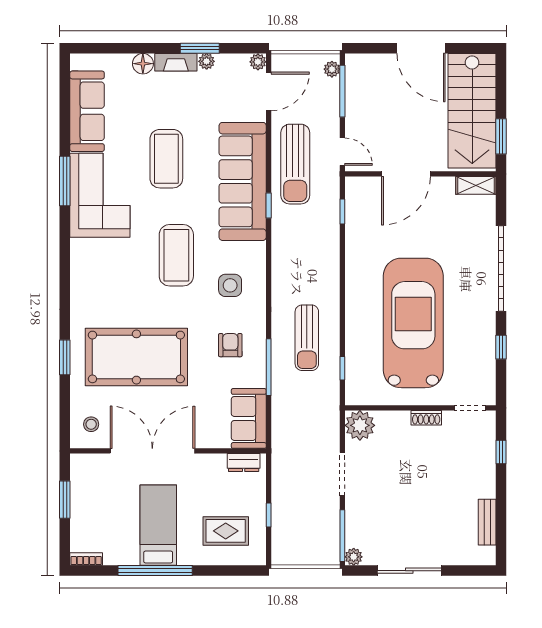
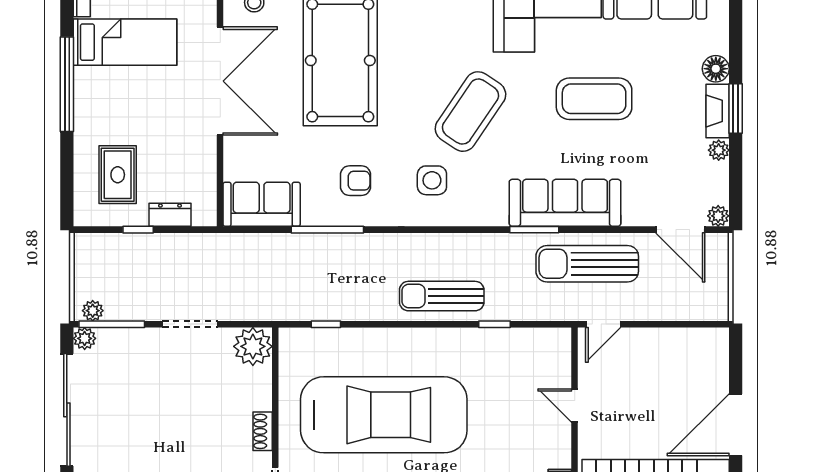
window: (200, 48) -> (736, 109), moved
plant: (332, 69) -> (93, 311), moved
window: (342, 91) -> (681, 324), removed
door: (406, 174) -> (575, 405), width x0.53
sofa: (243, 181) -> (565, 203), width x0.74, depth x0.79
window: (269, 206) -> (534, 230), width x1.50
window: (342, 212) -> (494, 324), moved
coffee table: (176, 255) -> (470, 112), turned -56
sun lounger: (307, 338) -> (442, 296), moved
dresser: (244, 463) -> (170, 215), moved, turned 90
bed: (158, 525) -> (125, 42), moved
sliding door: (409, 571) -> (67, 410), width x1.36

